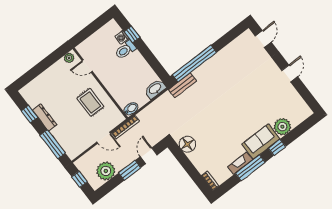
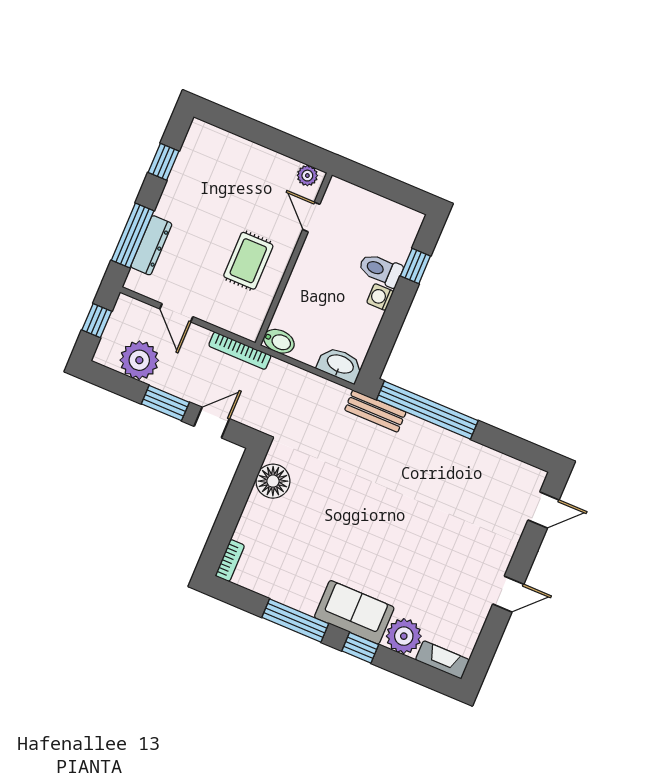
washing machine: (122, 37) -> (380, 297), moved
dresser: (45, 117) -> (151, 245), moved
door: (104, 138) -> (176, 313), moved
fireplace: (240, 163) -> (442, 660), moved

